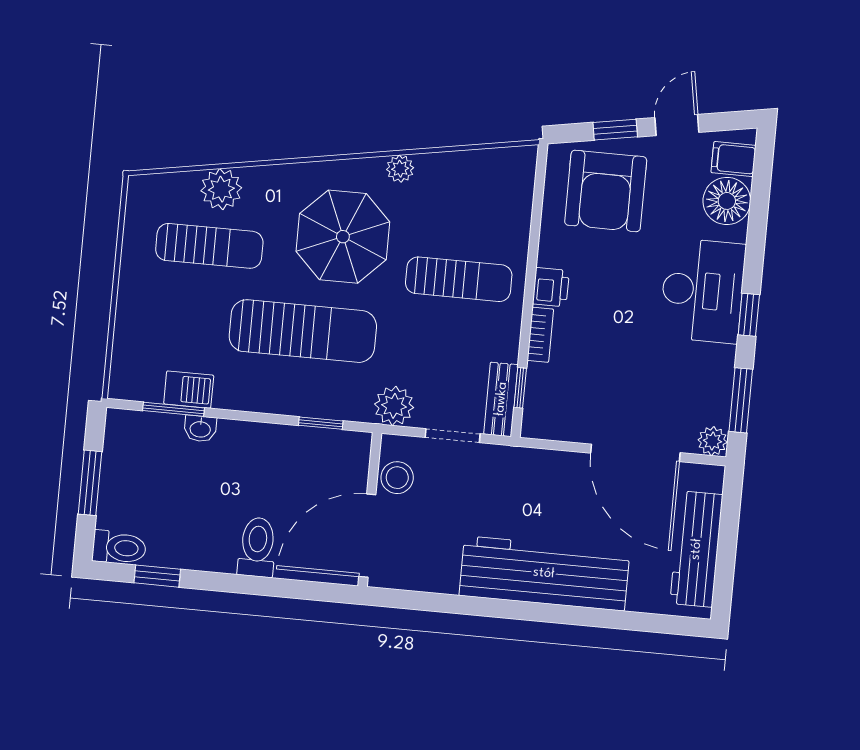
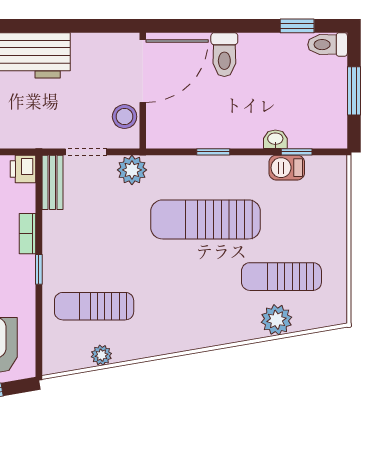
plant: (400, 169) -> (101, 355), moved
parasol: (343, 237) -> (182, 293), removed
sun lounger: (459, 279) -> (94, 306), moved
printer: (551, 287) -> (23, 169), moved
window: (520, 388) -> (39, 269), moved
window: (174, 409) -> (297, 152), width x0.67
window: (321, 423) -> (213, 152), moved

